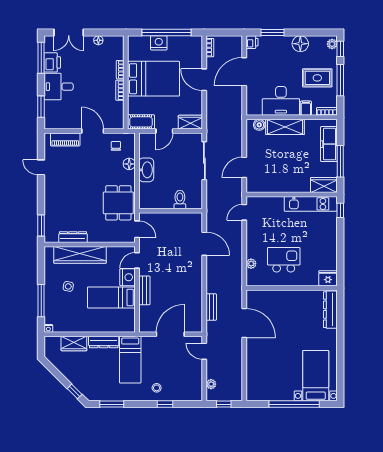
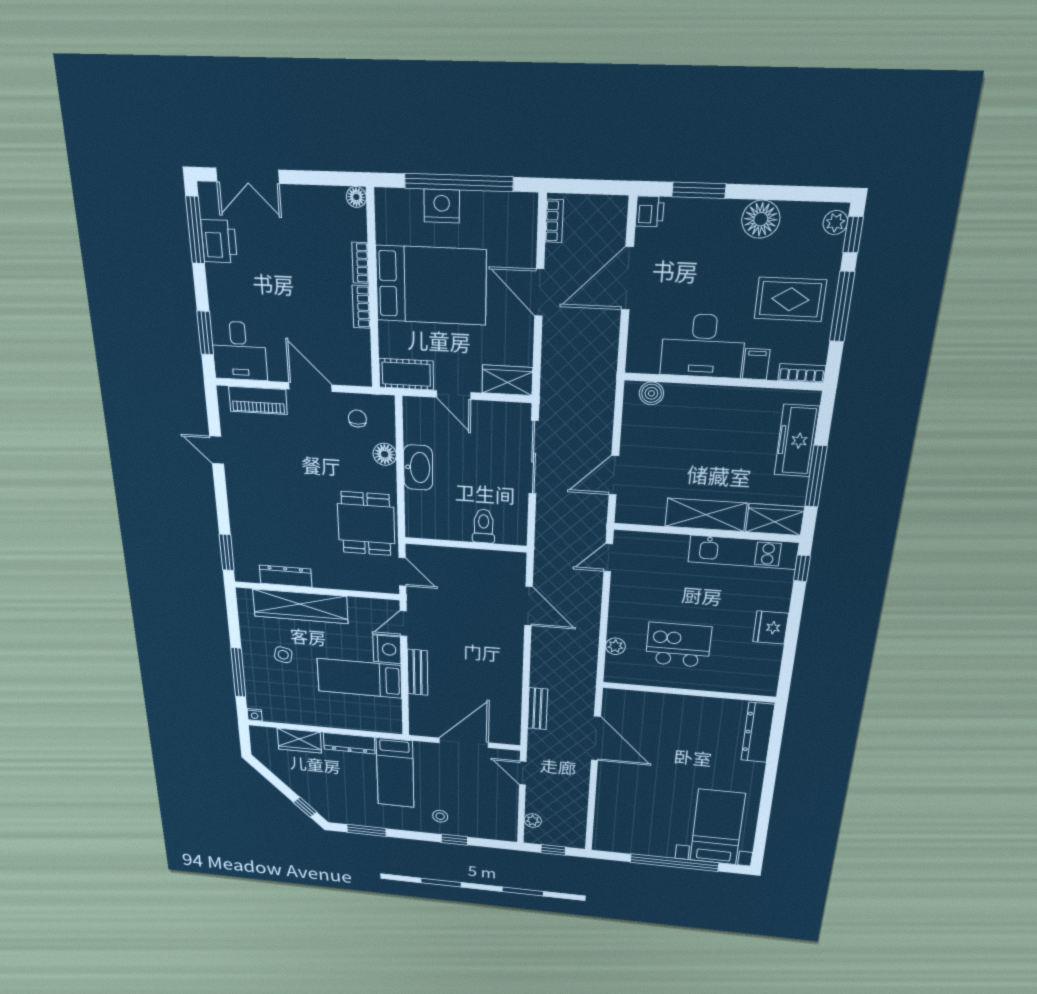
floor lamp: (98, 40) -> (356, 197), moved
desk: (59, 87) -> (239, 351), moved, turned -90
shelving: (285, 127) -> (706, 515), moved
door: (164, 131) -> (454, 395), hinge flipped
fridge: (328, 278) -> (771, 628), moved, turned -90

